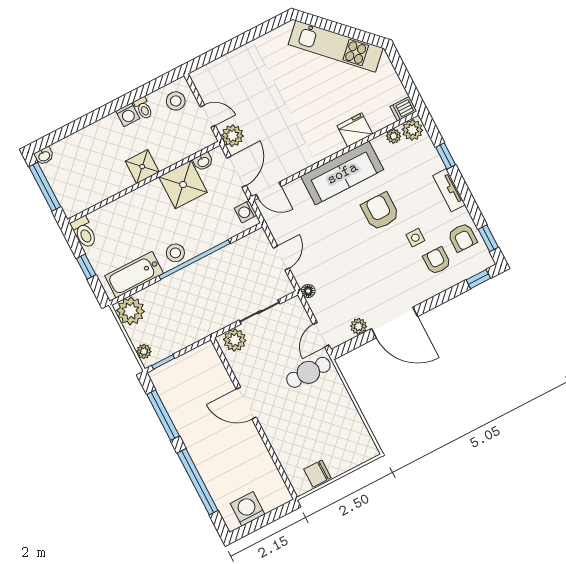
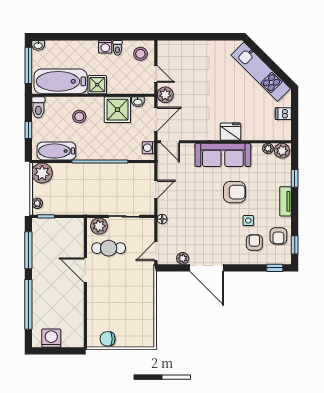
dishwasher: (403, 109) -> (283, 114), moved
fridge: (355, 130) -> (231, 132), moved
bathtub: (95, 186) -> (61, 81), added
armchair: (380, 211) -> (235, 192), turned 90
stool: (175, 253) -> (79, 117), moved
cafe table: (308, 372) -> (109, 248), moved

